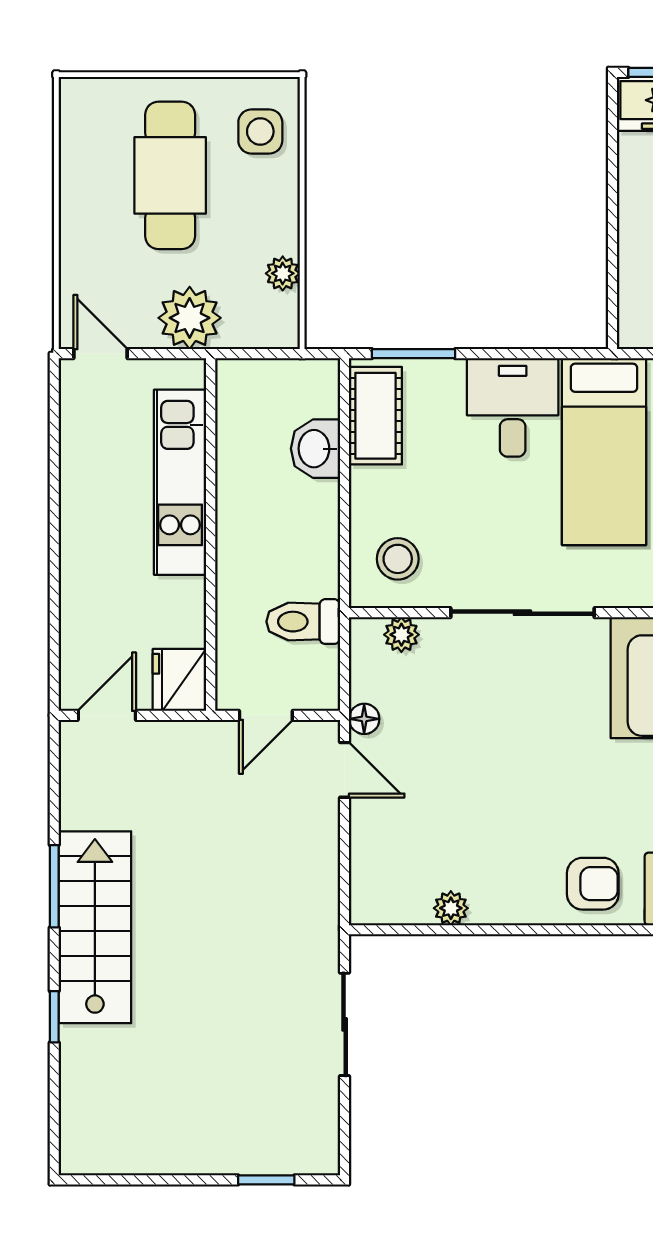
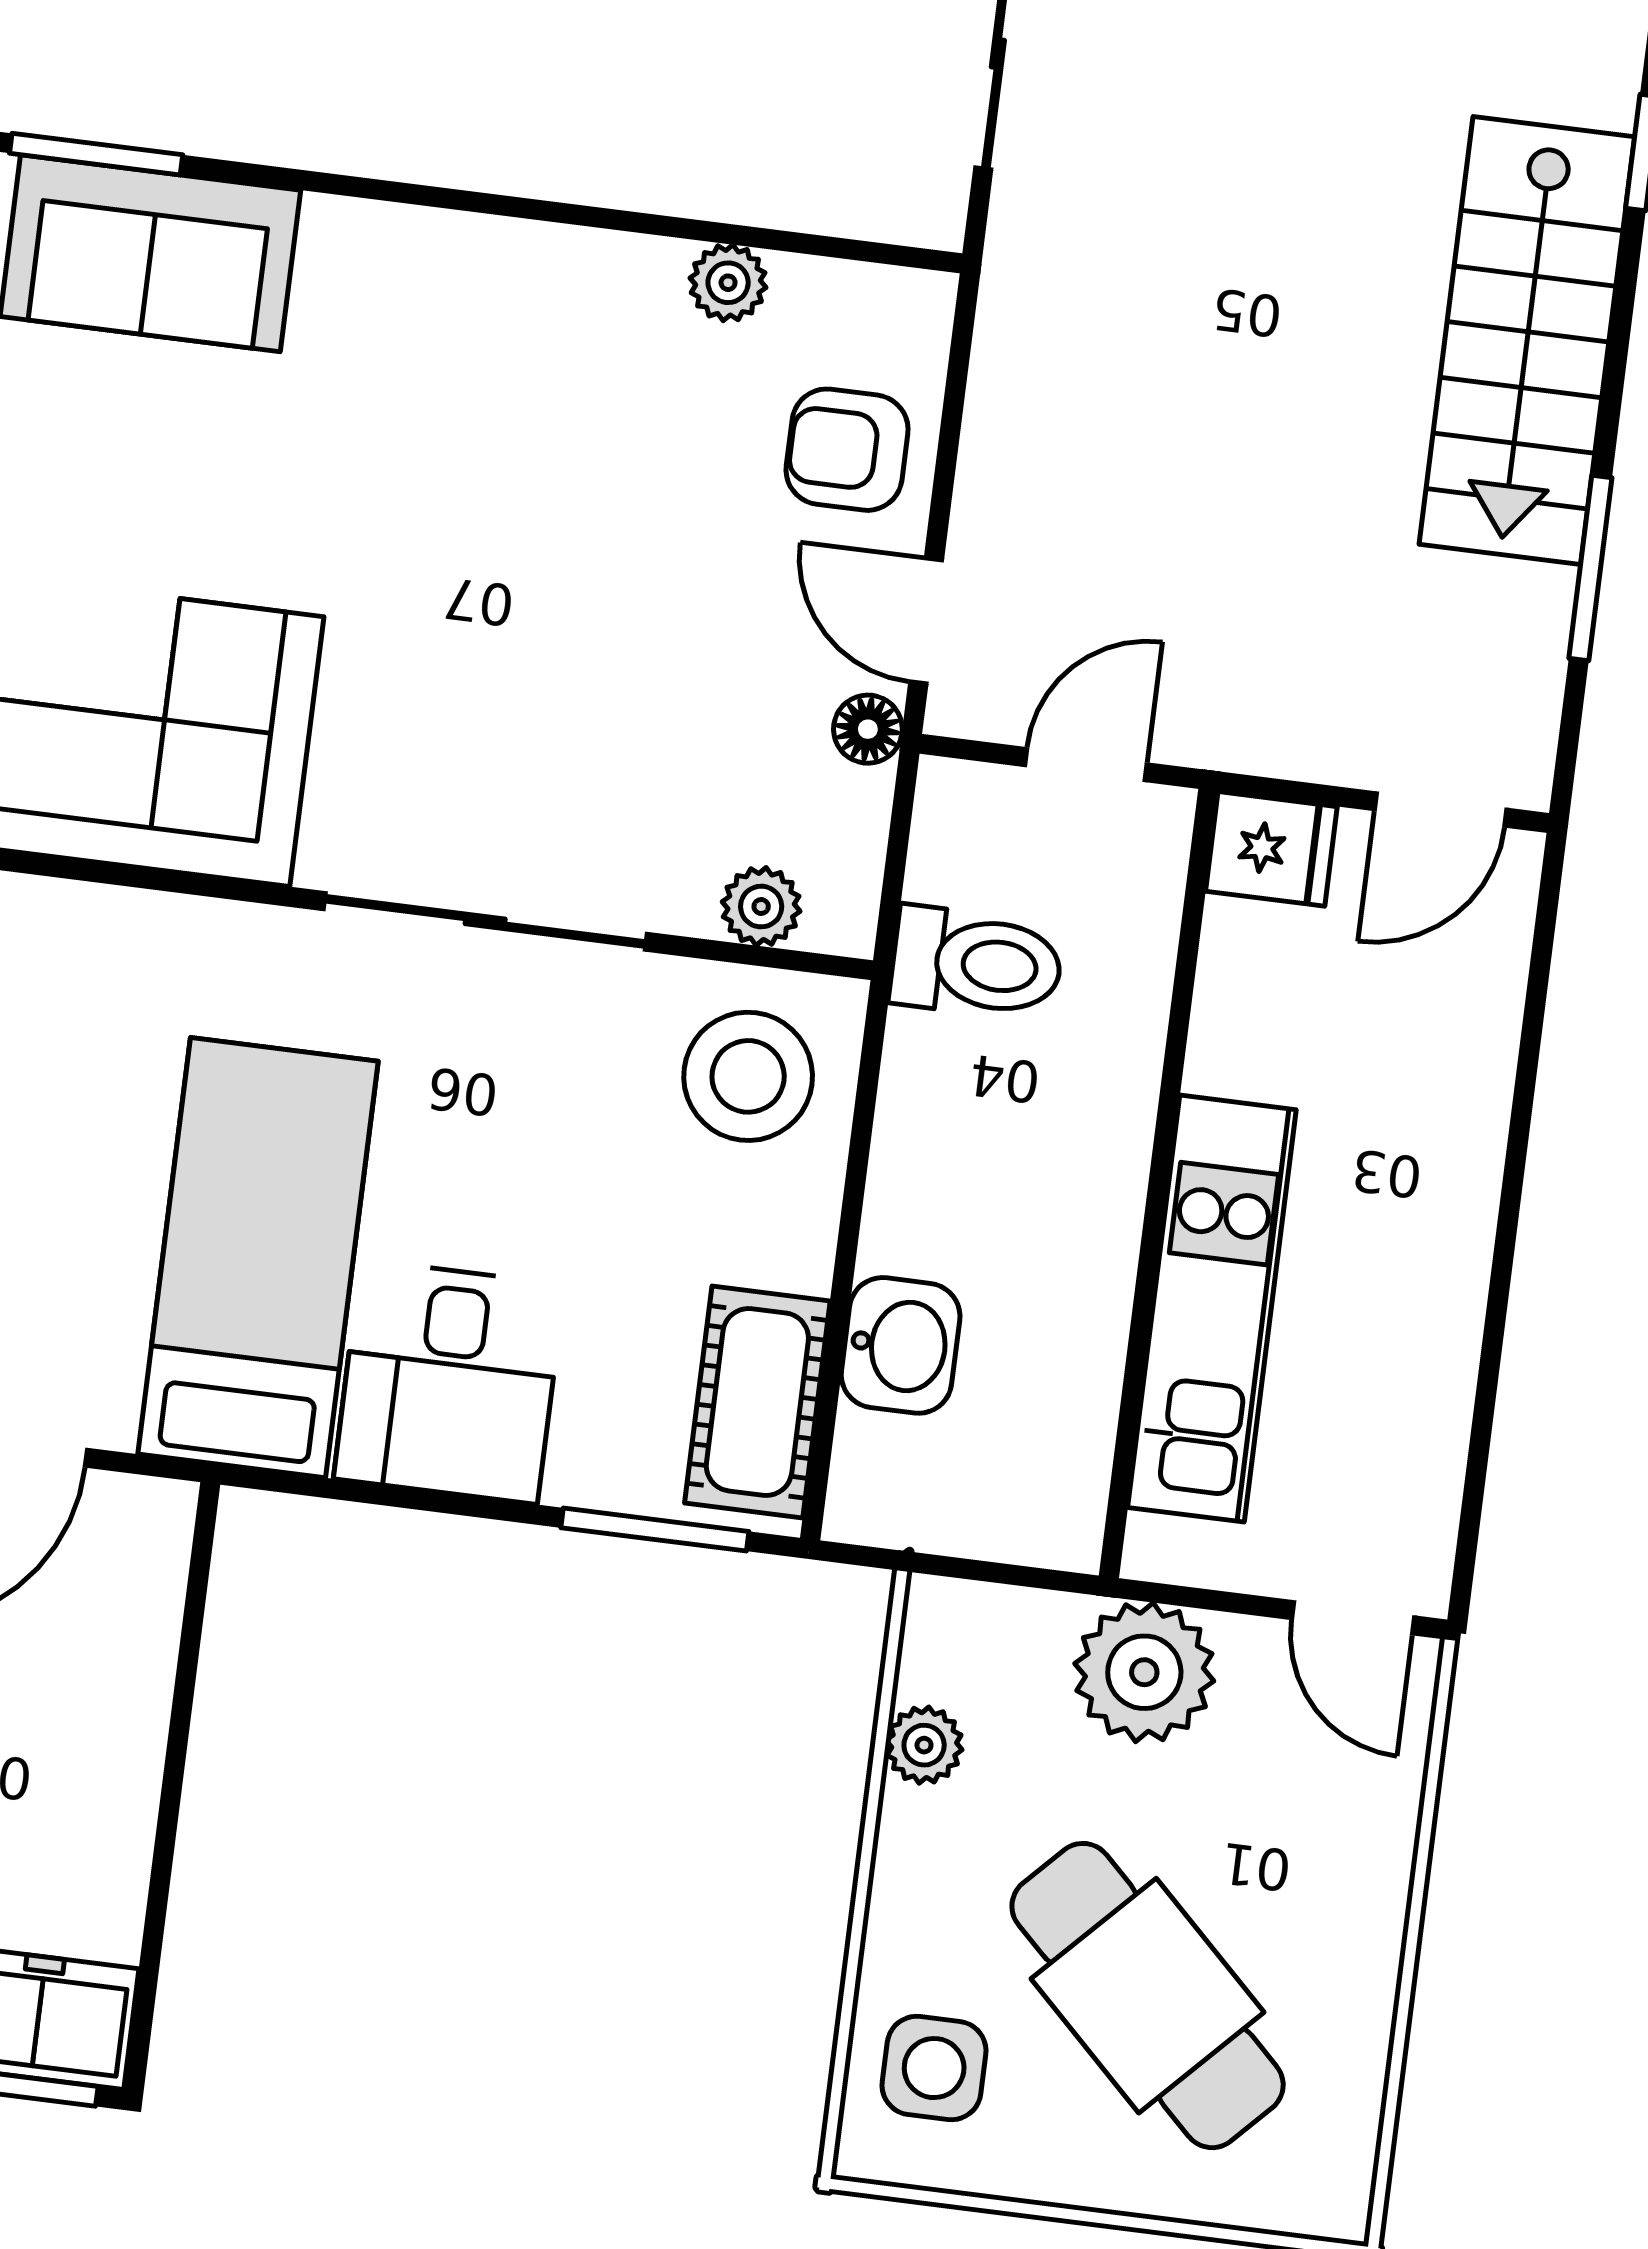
cafe table: (170, 175) -> (1148, 1996), turned -46
stool: (398, 559) -> (748, 1076), width x1.38, depth x1.38
fridge: (179, 680) -> (1271, 849), width x0.72
armchair: (593, 884) -> (847, 450), moved
window: (54, 886) -> (1590, 568), moved

